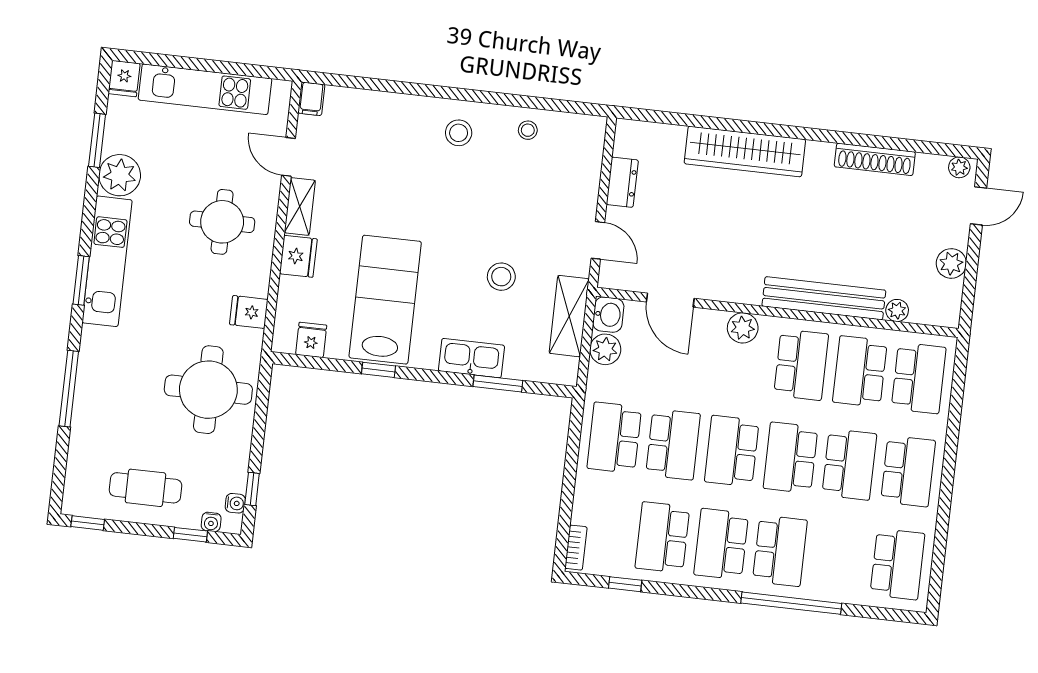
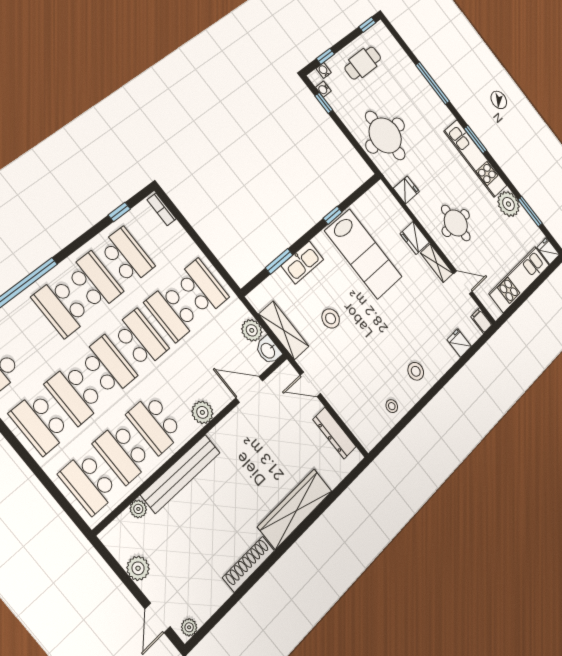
shoe rack: (875, 159) -> (249, 564), moved
dresser: (622, 182) -> (334, 433), width x1.44
fridge: (311, 340) -> (459, 343), moved, turned 180
school desk: (860, 371) -> (122, 453), turned 180

